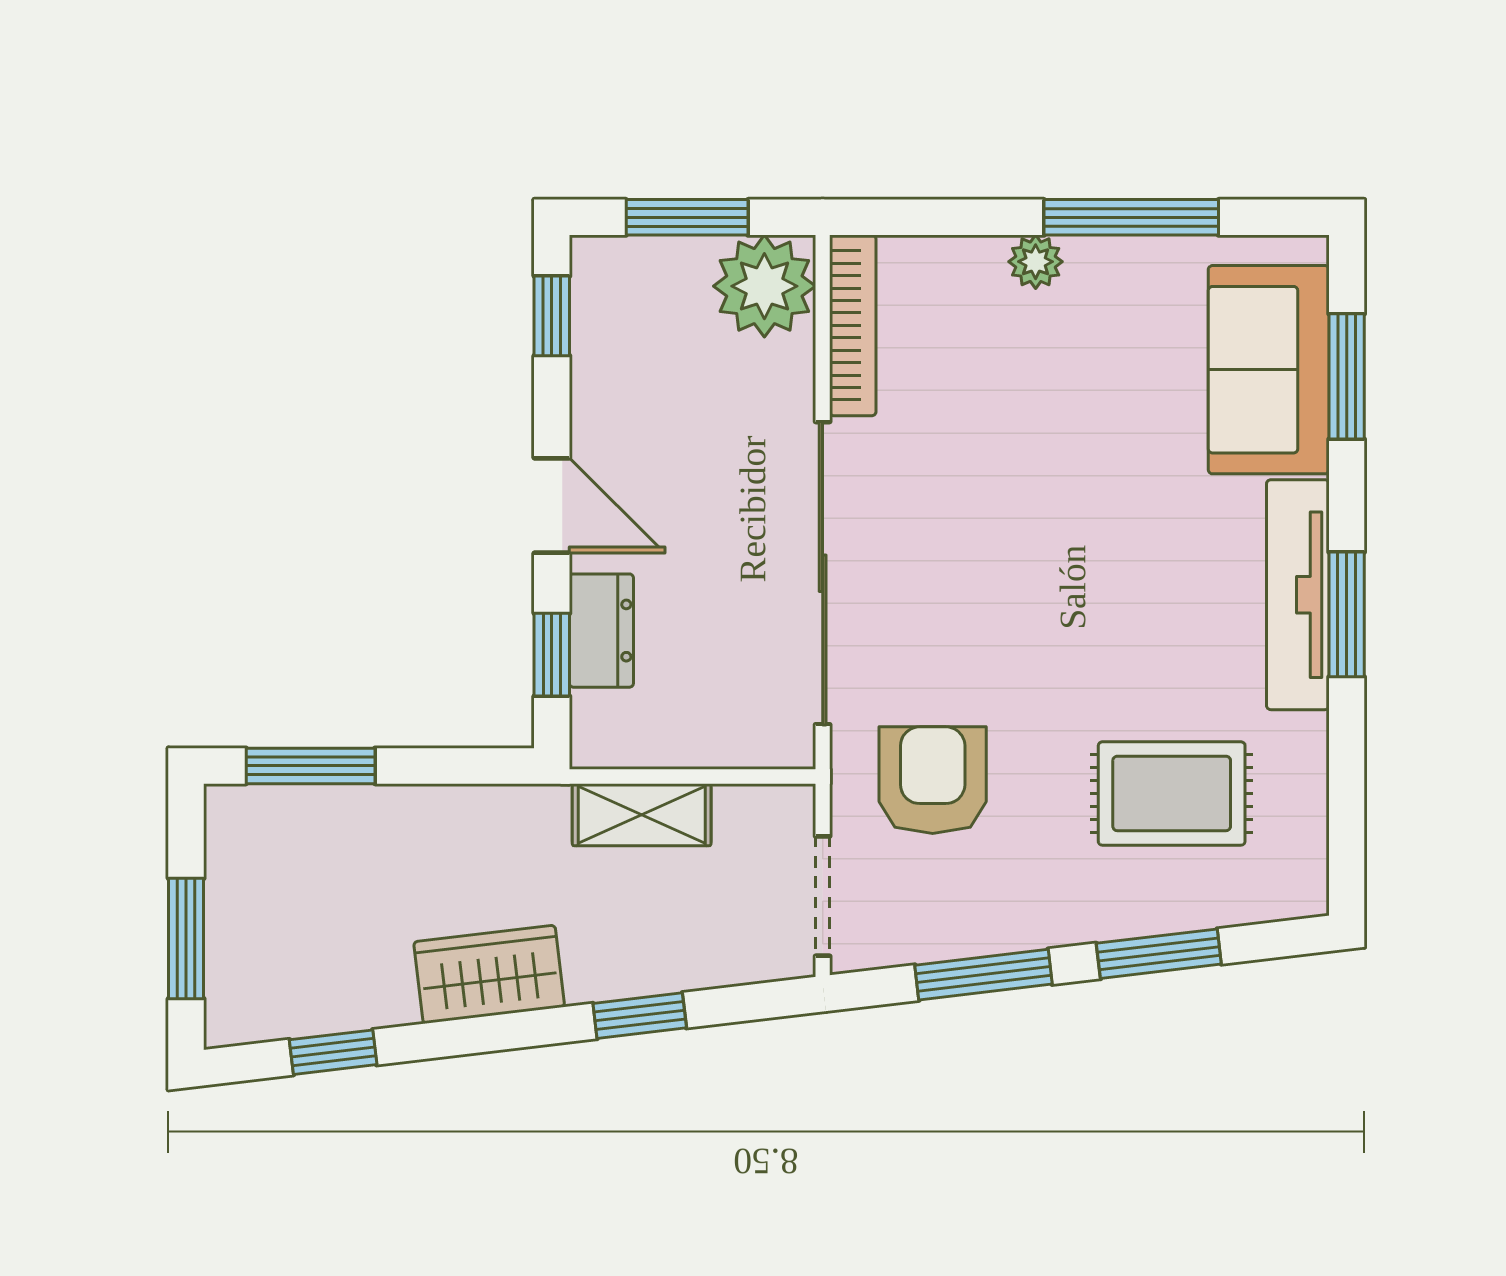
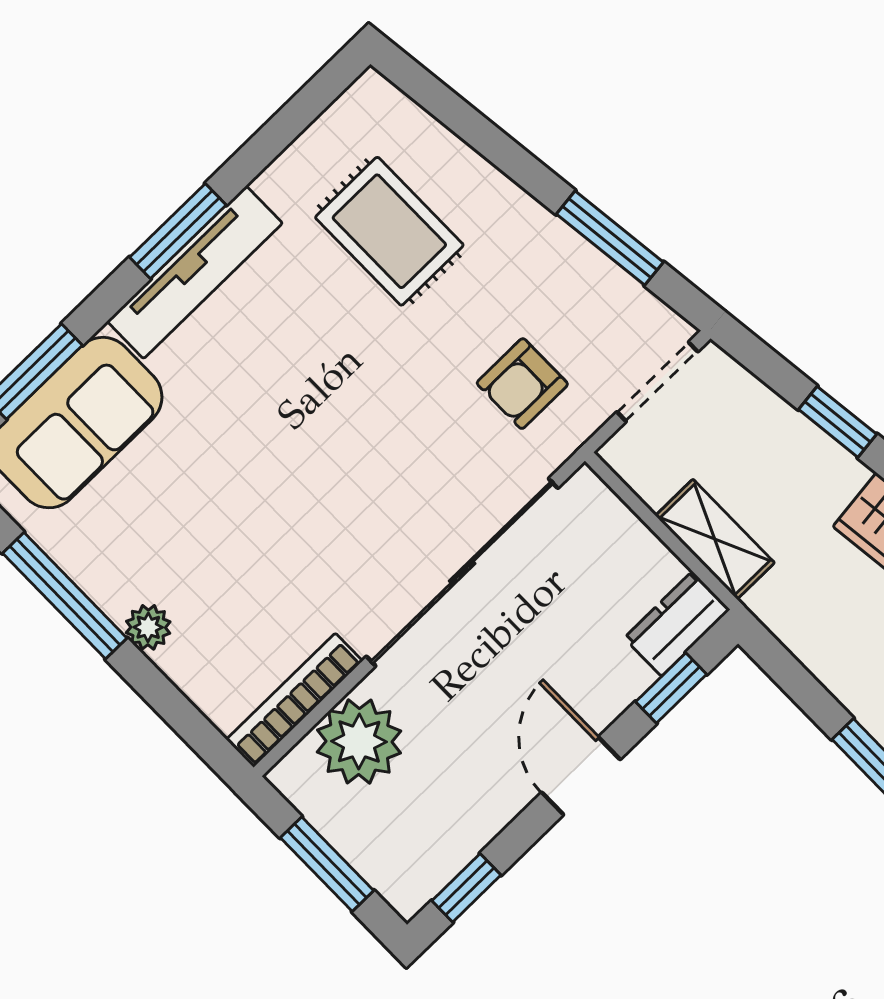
plant: (764, 286) -> (359, 742), moved
dresser: (601, 631) -> (677, 624), moved
armchair: (933, 780) -> (522, 384), width x0.72, depth x0.72
window: (1159, 954) -> (494, 144), removed

